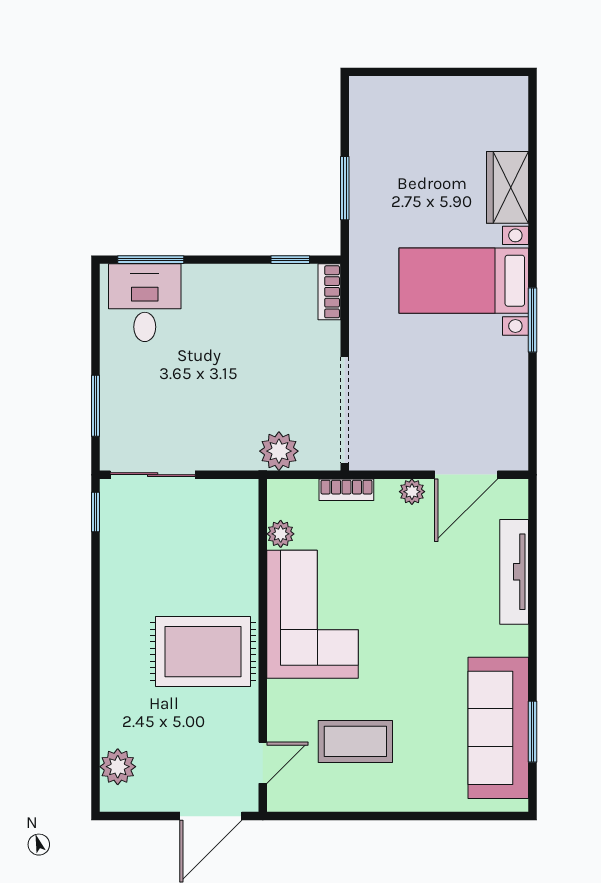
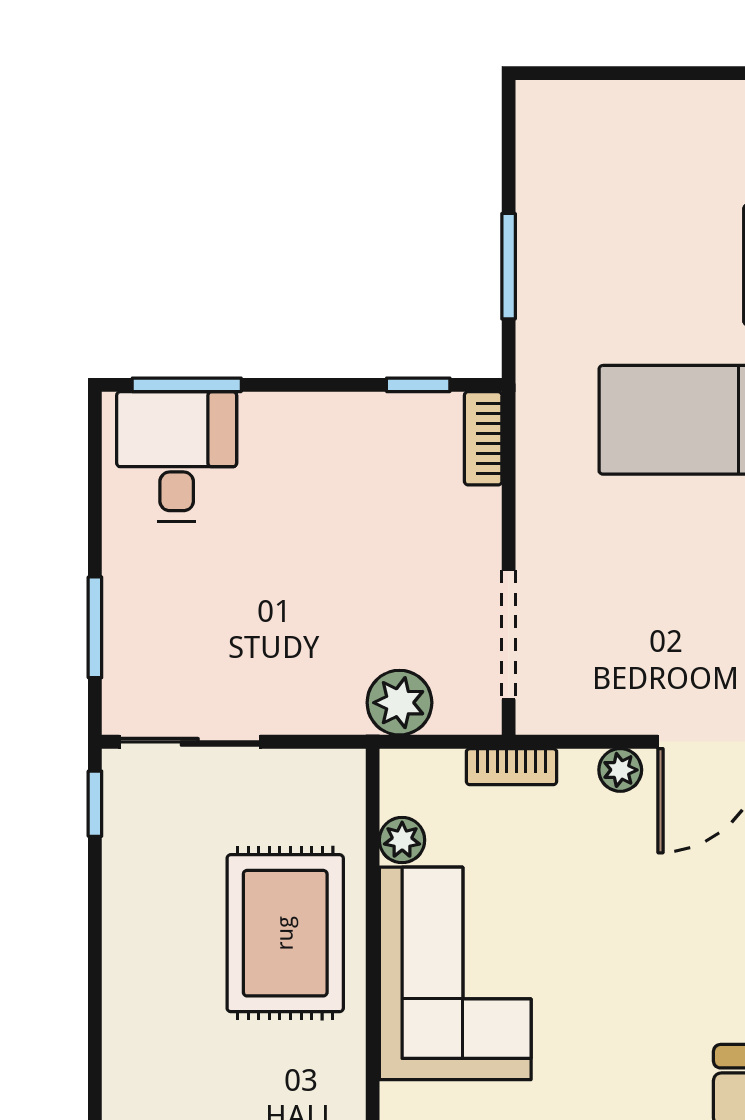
doorway: (345, 410) -> (509, 635), width x0.73
rug: (203, 652) -> (285, 933), moved, turned 90

